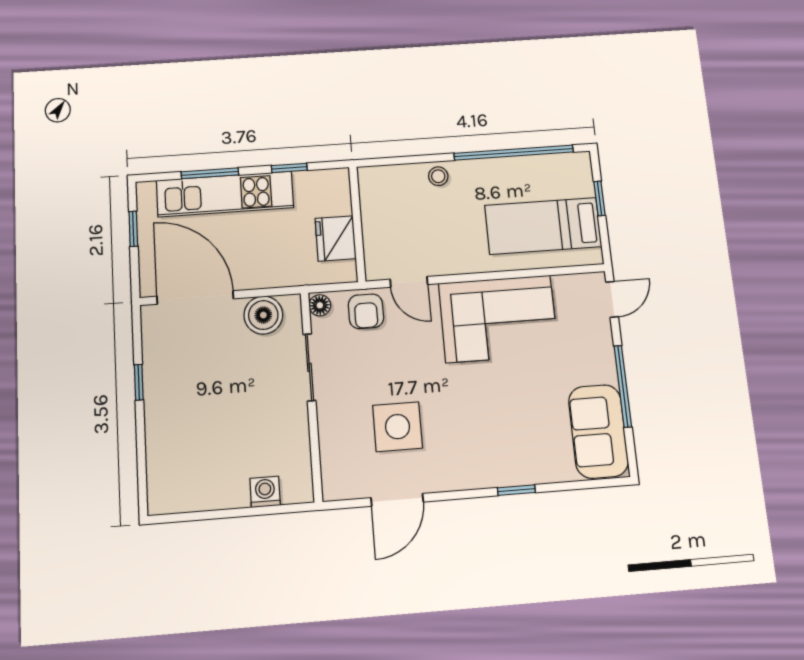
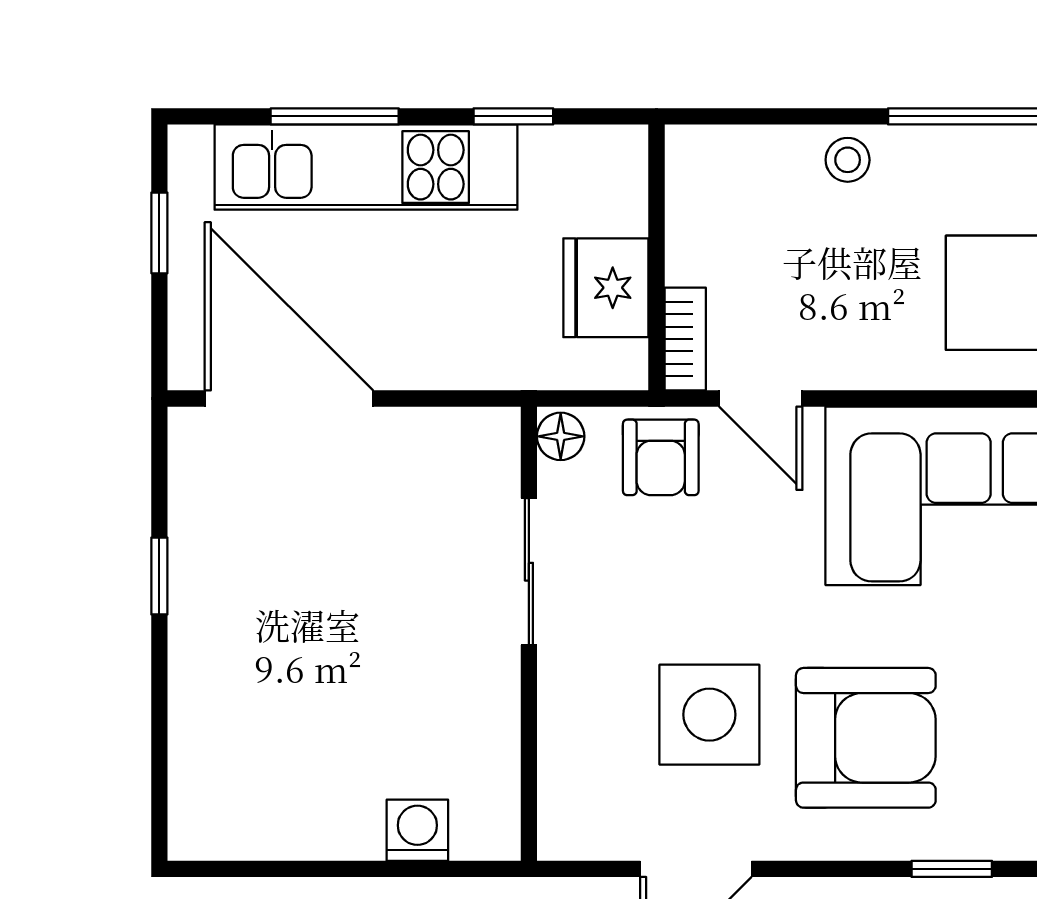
bookcase: (373, 258) -> (685, 339), added
boiler: (263, 315) -> (436, 449), removed
armchair: (471, 432) -> (866, 738), added

